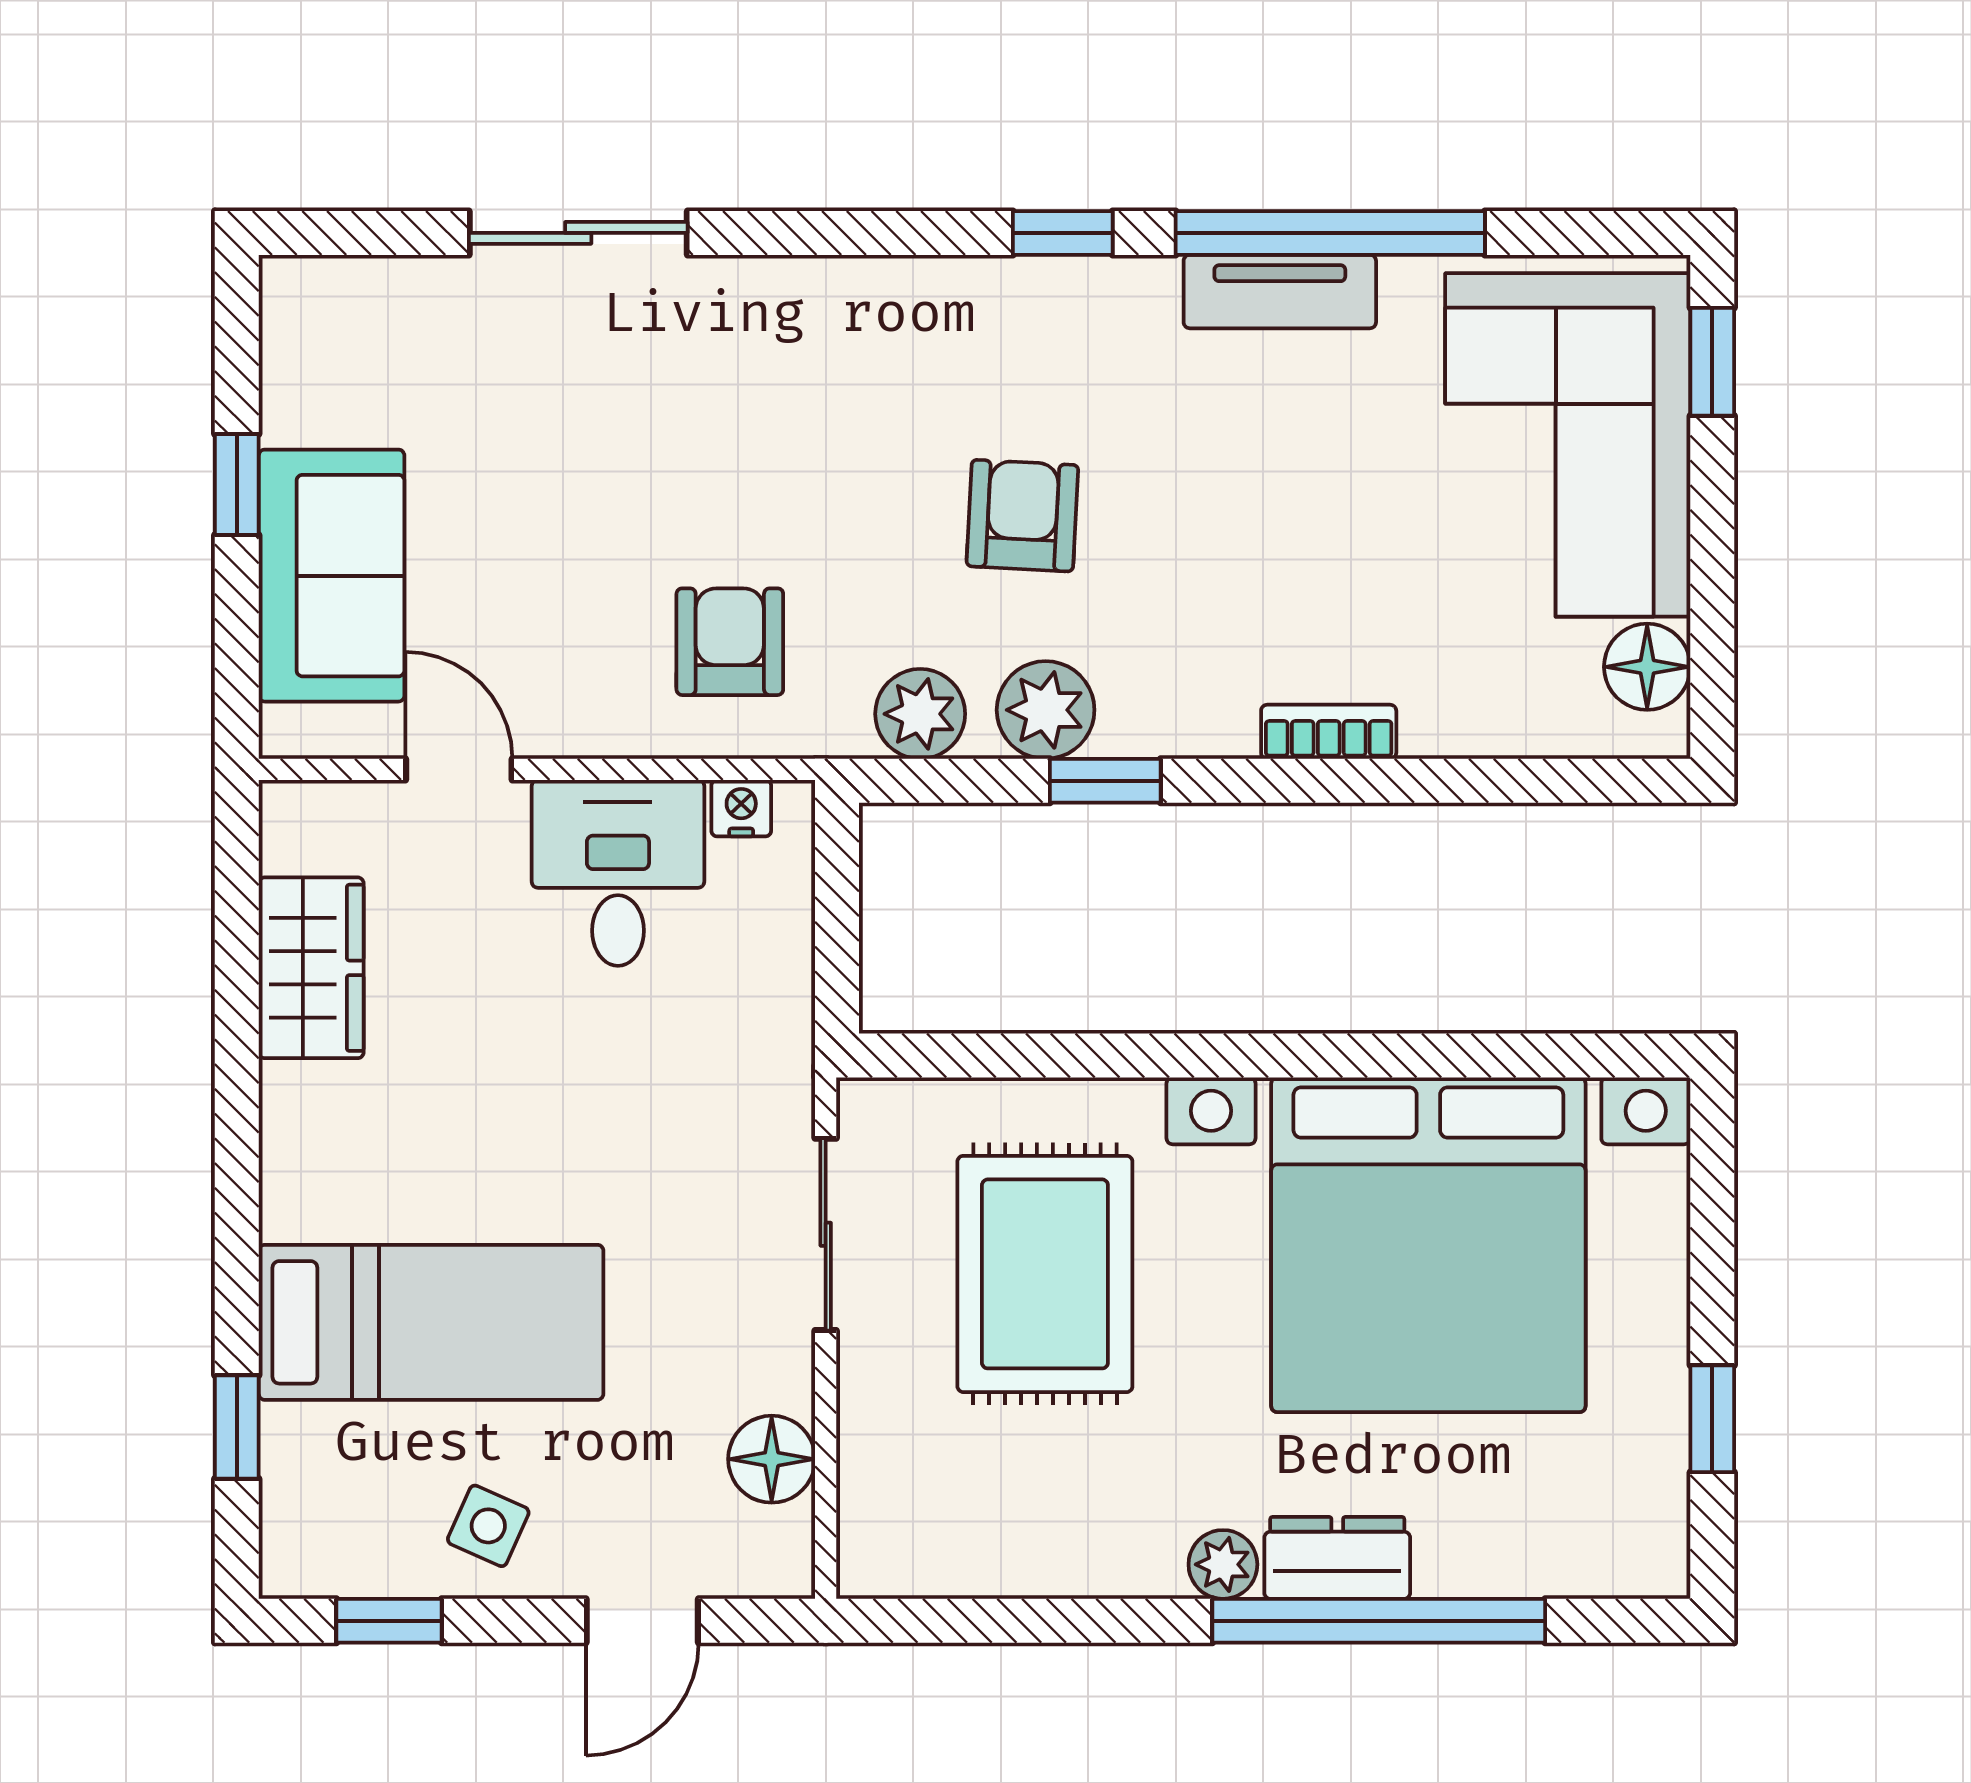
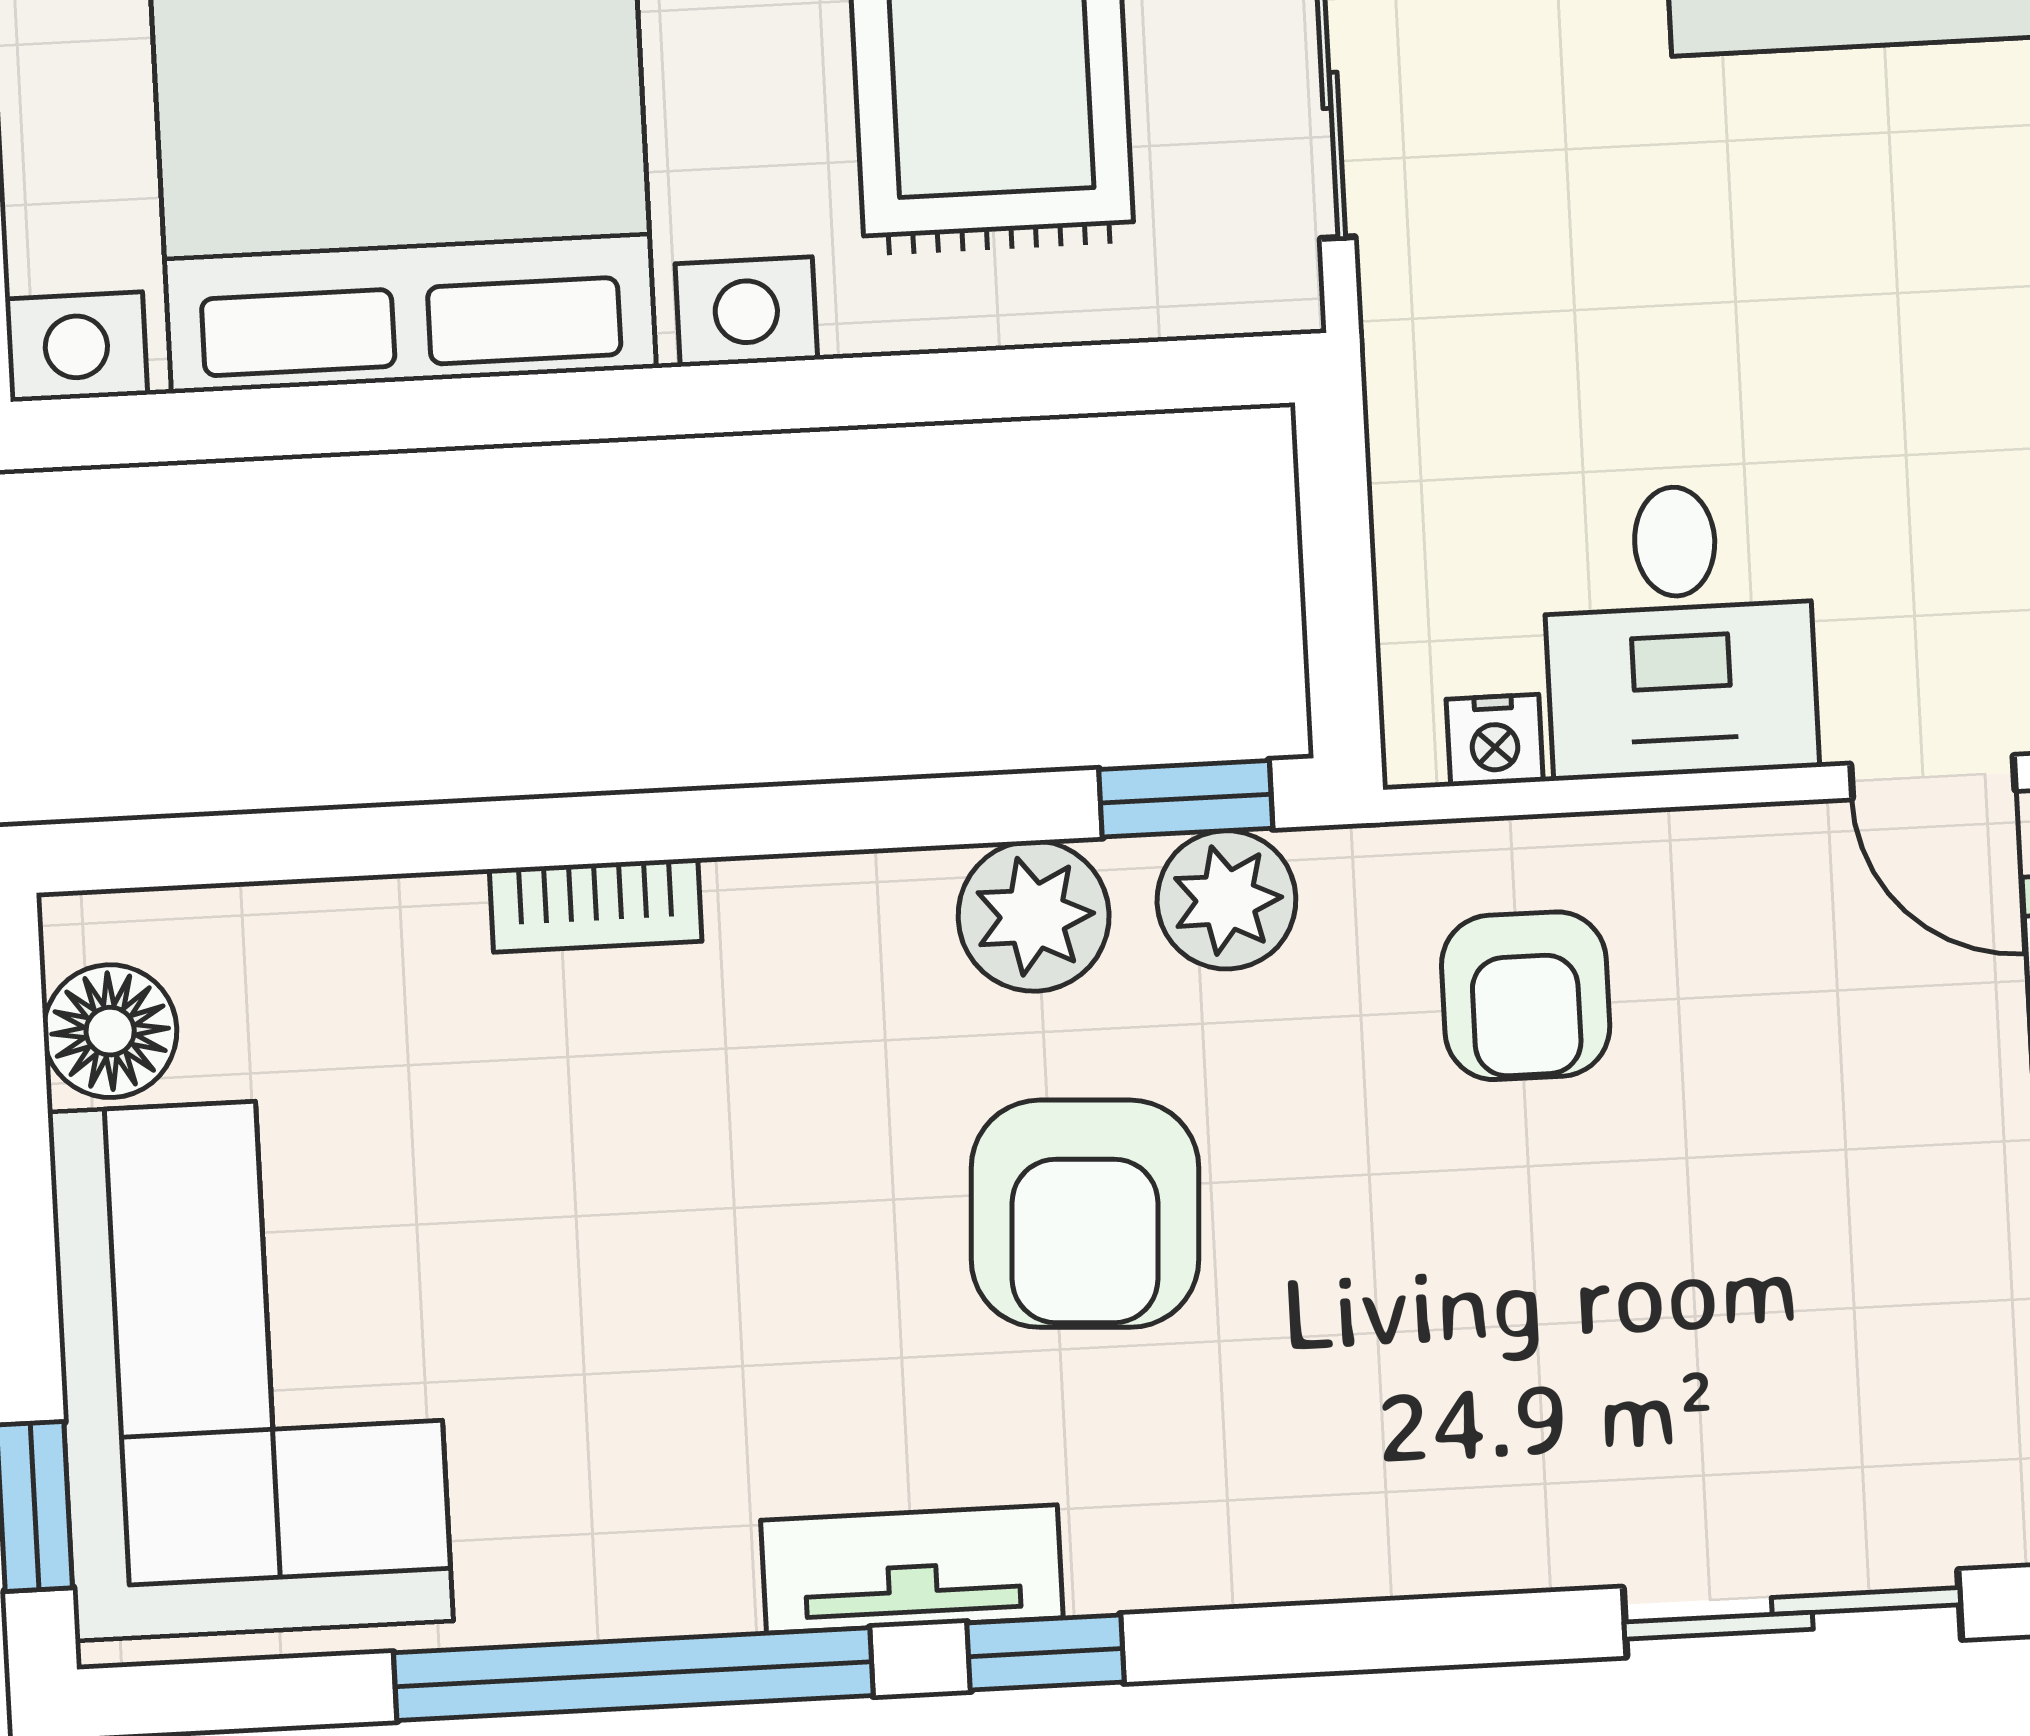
tv unit: (1280, 292) -> (912, 1569), moved
armchair: (1022, 516) -> (1085, 1214), width x1.38, depth x1.38
window: (1105, 781) -> (1186, 799), moved

